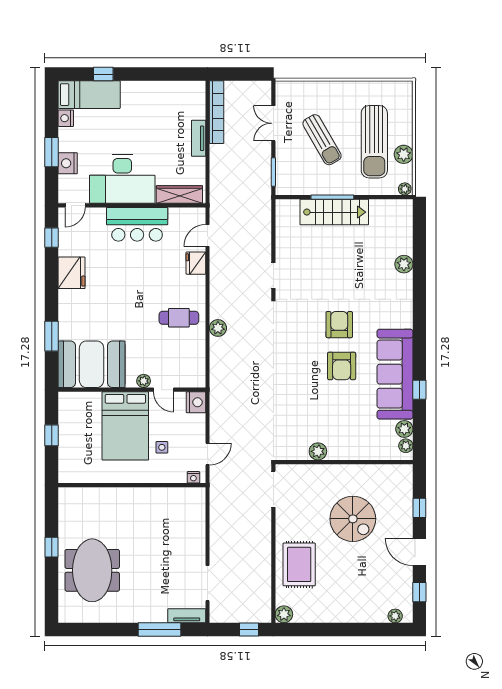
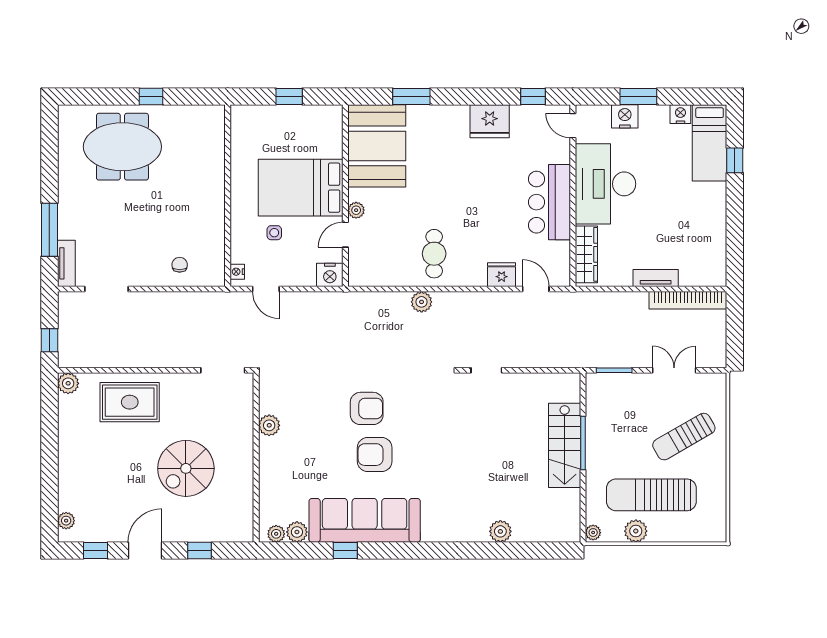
sun lounger: (322, 140) -> (684, 437), moved
armchair: (339, 325) -> (367, 408), moved
chair: (188, 524) -> (180, 265), added

